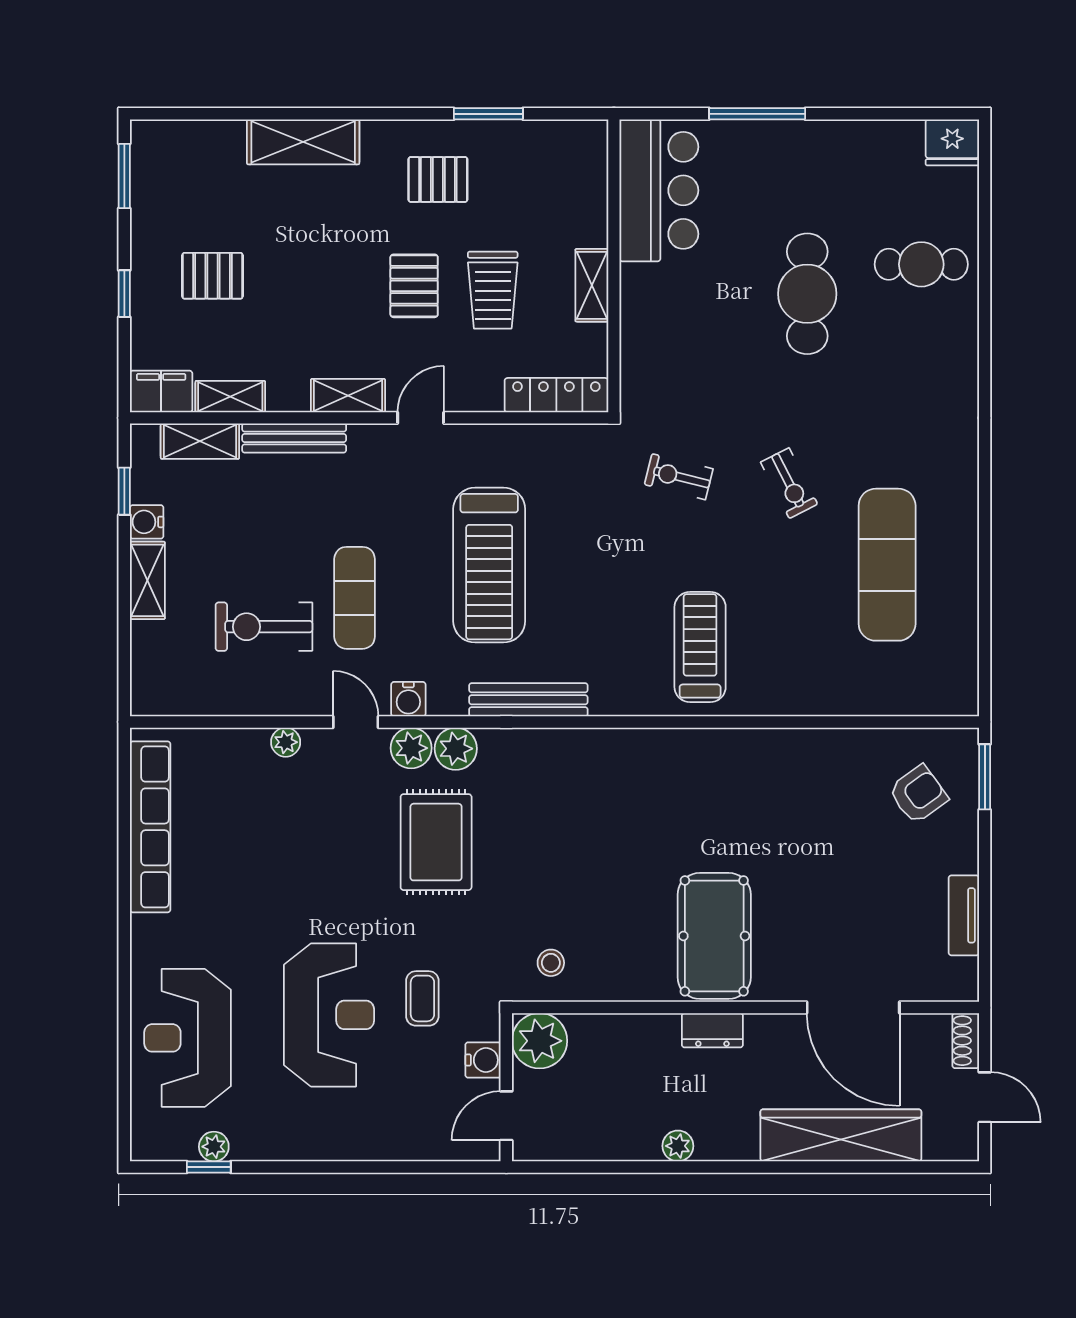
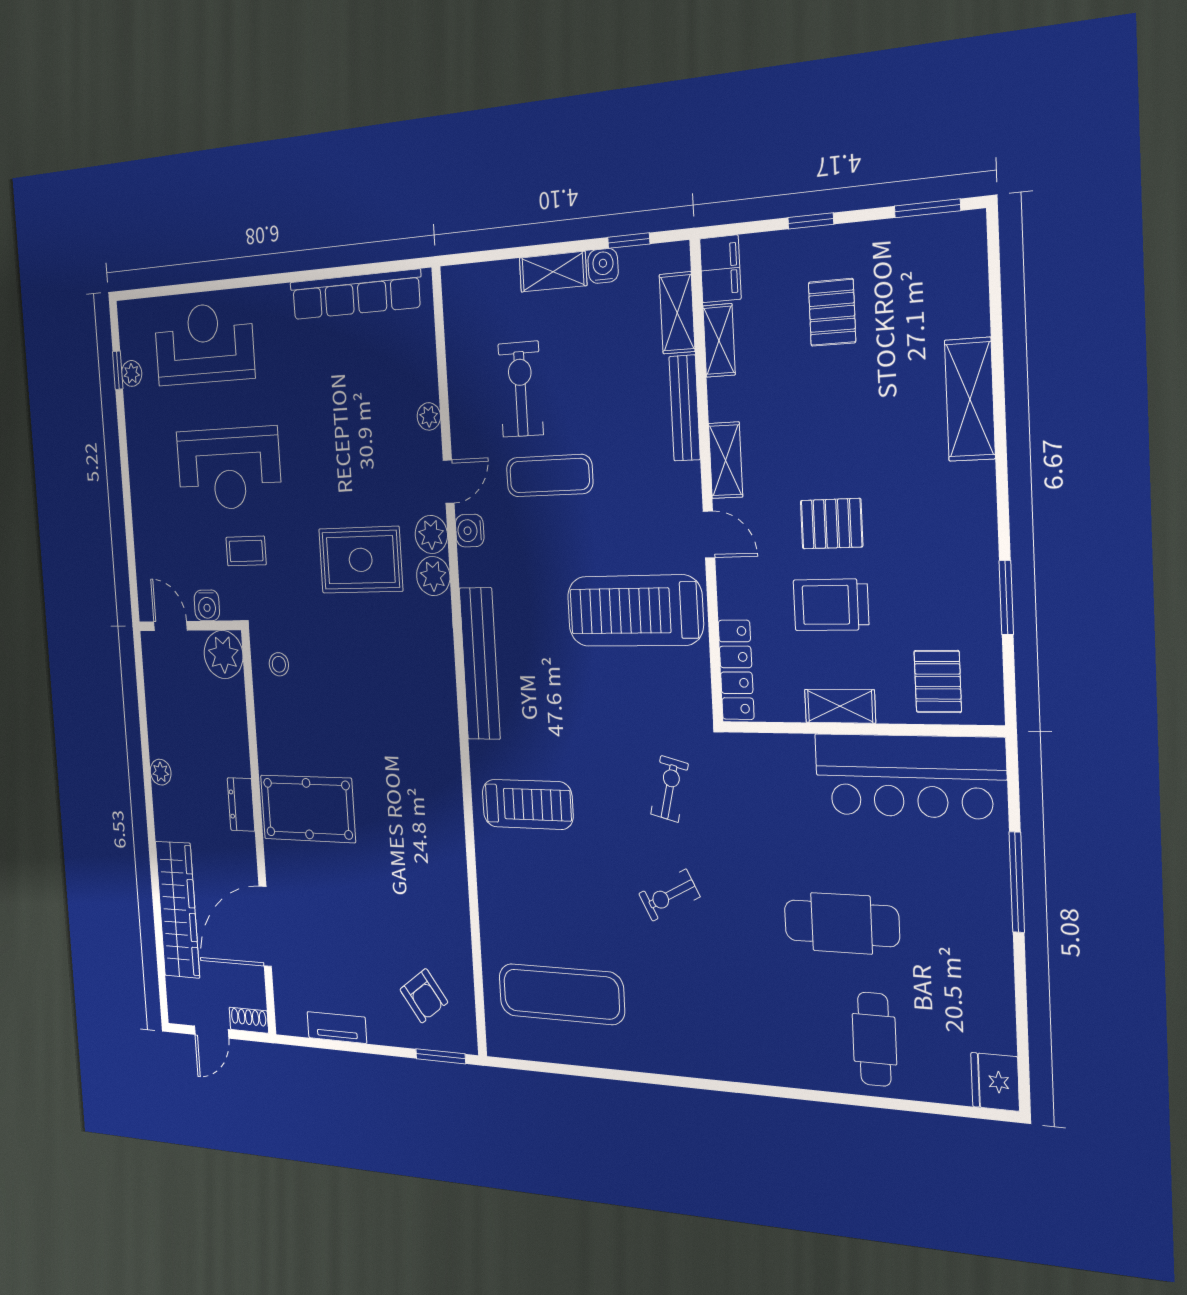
pallet: (438, 179) -> (938, 681), moved
bar counter: (659, 190) -> (910, 776), width x1.36
treadmill: (489, 565) -> (635, 611), moved
exercise mat: (887, 565) -> (561, 994), moved
bench: (528, 700) -> (480, 664), width x1.37, depth x1.21

